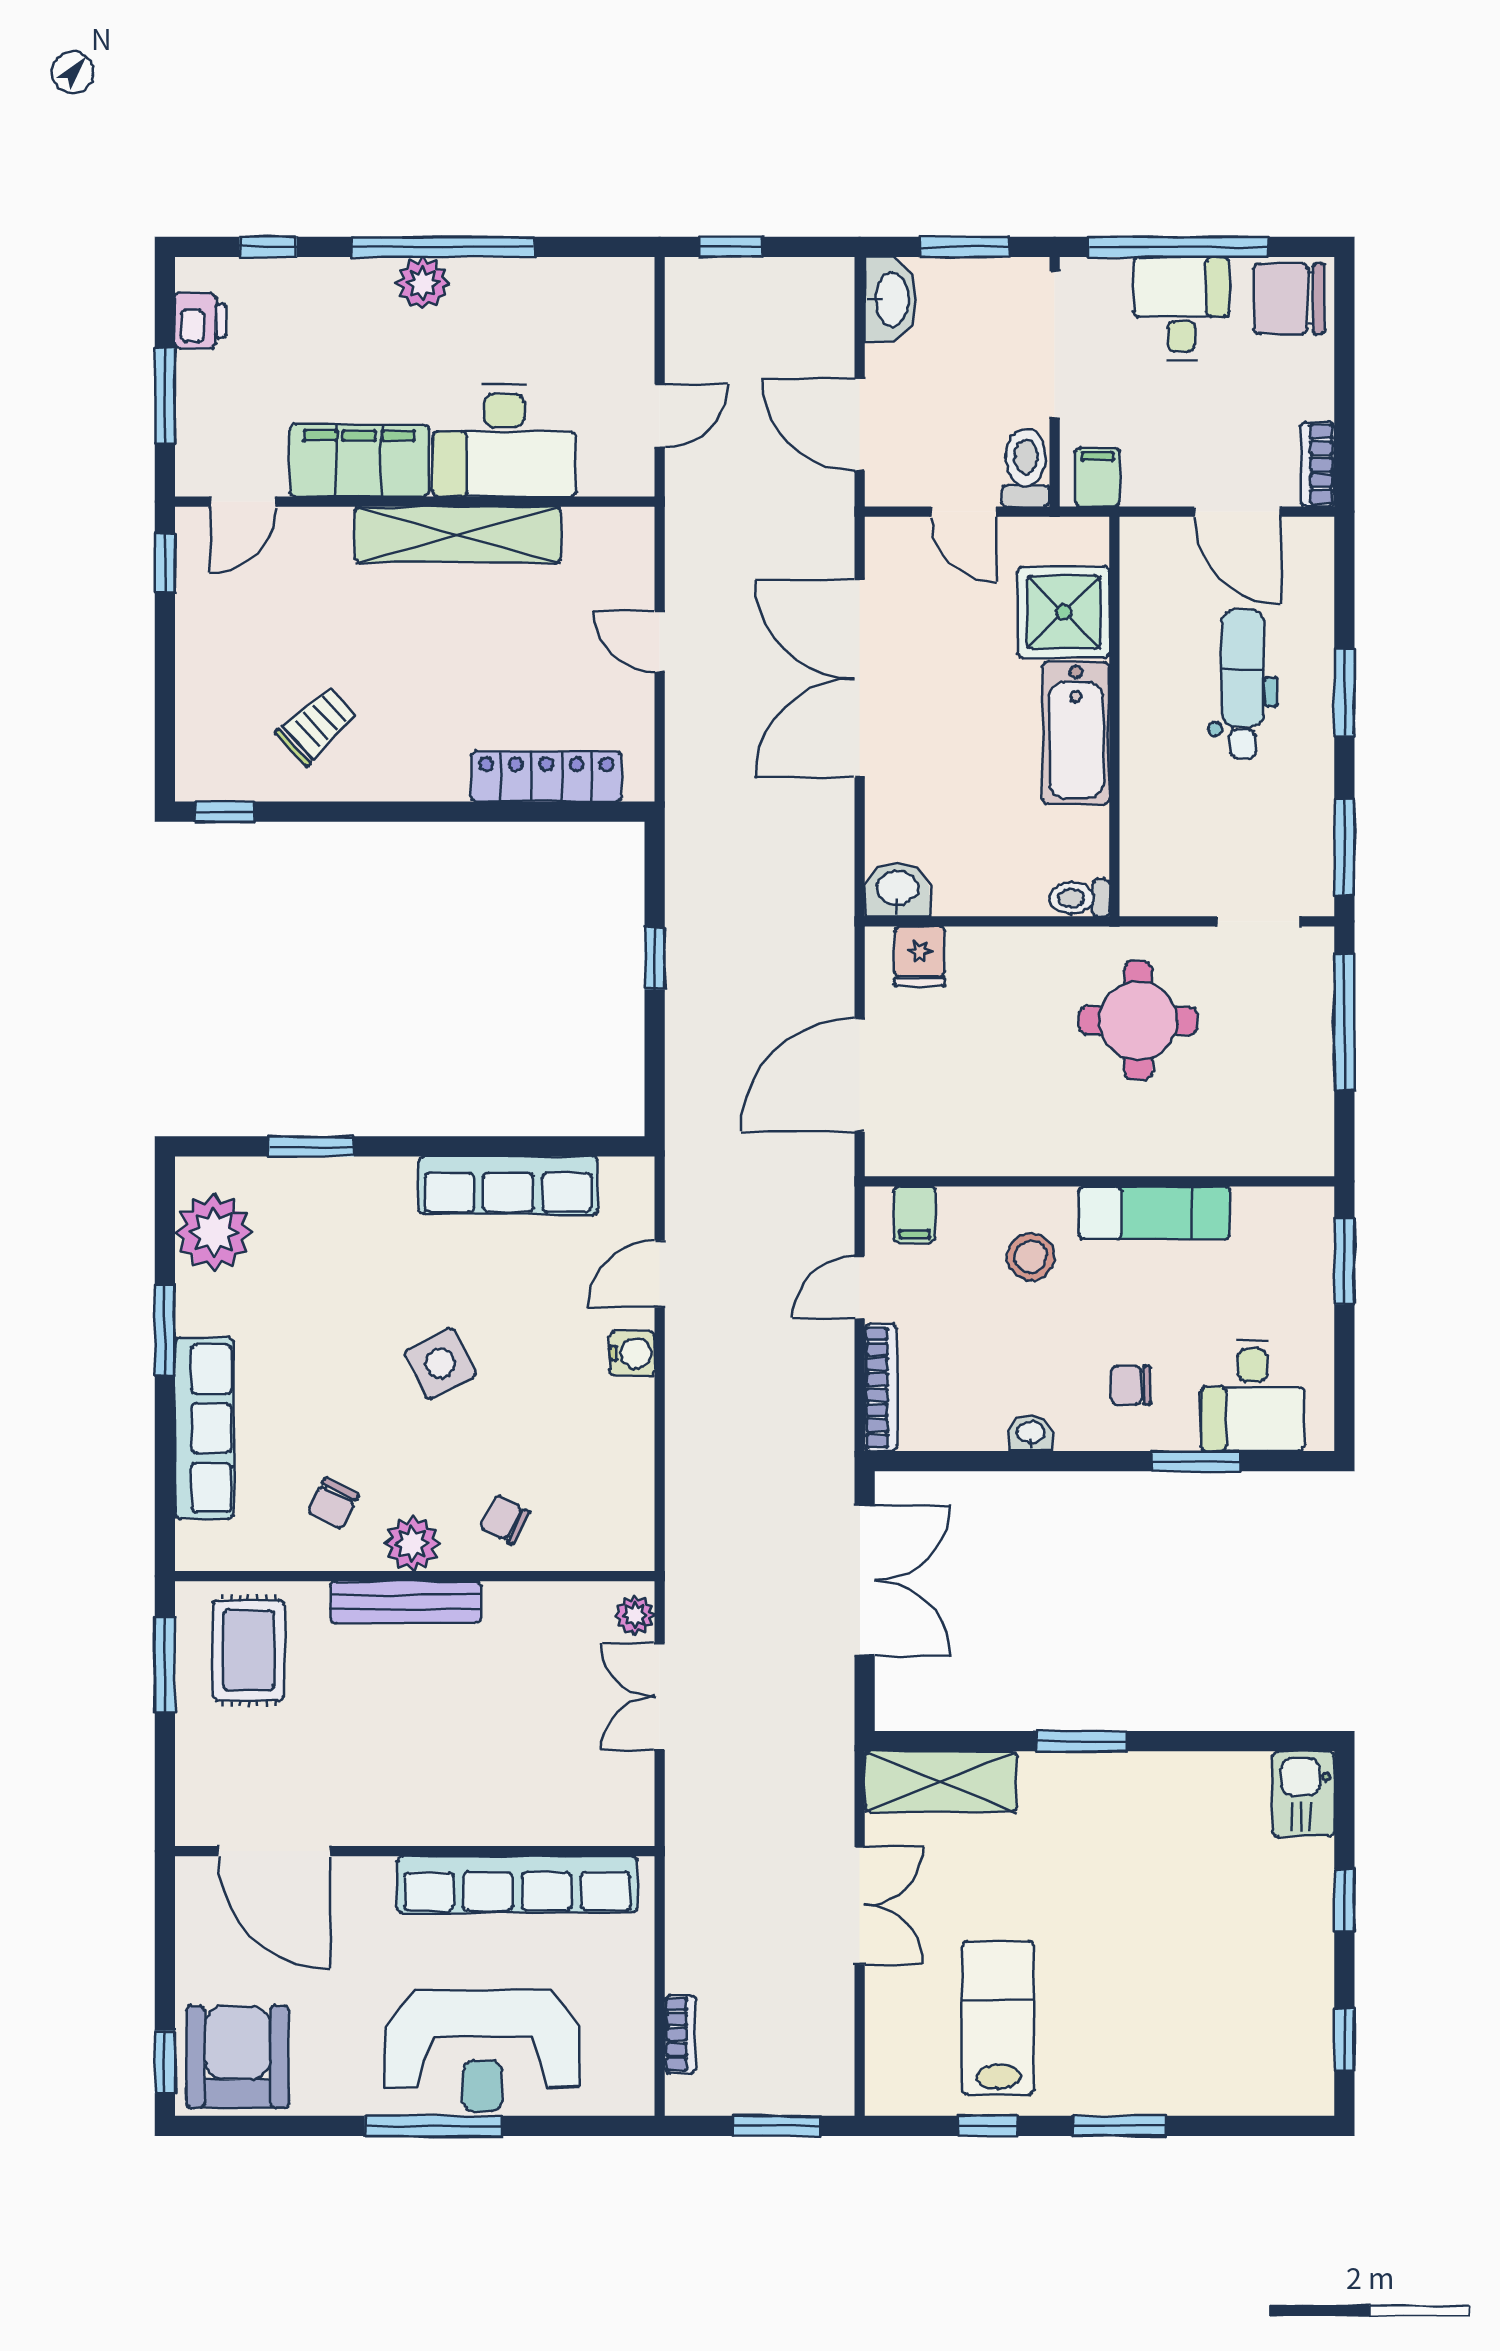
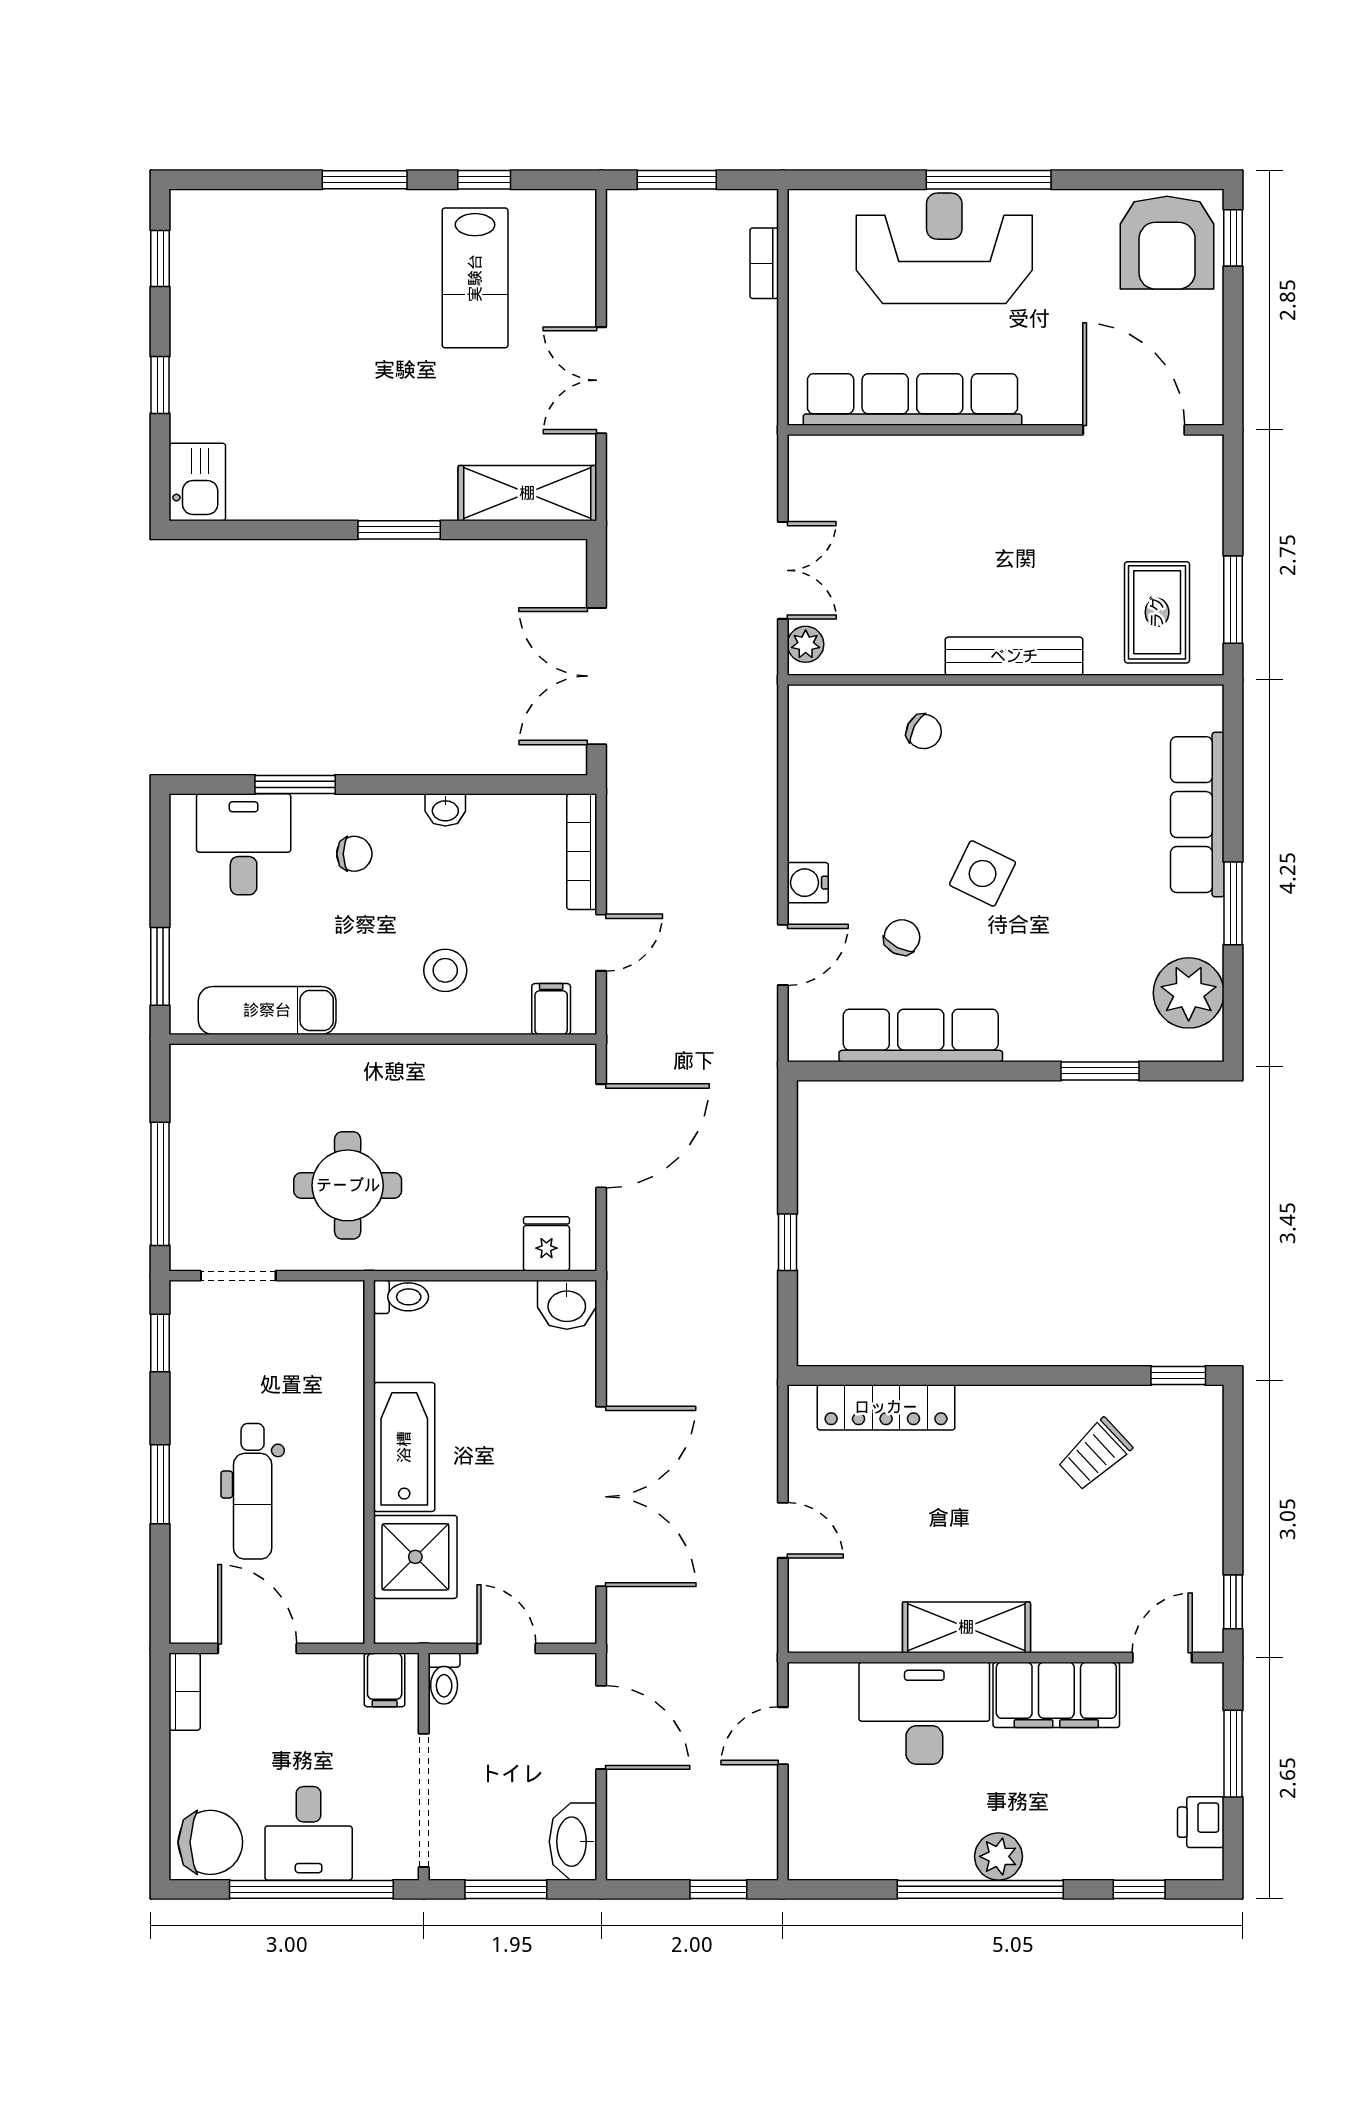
toilet: (1026, 468) -> (444, 1679), width x0.73, depth x0.72
shelving: (458, 535) -> (966, 1627), width x0.68
window: (1344, 847) -> (160, 1343), width x0.67
exam couch: (1154, 1213) -> (267, 1010), moved
side table: (440, 1363) -> (983, 874), turned -37
chair: (333, 1503) -> (902, 937), moved
plant: (412, 1544) -> (1008, 710), removed

